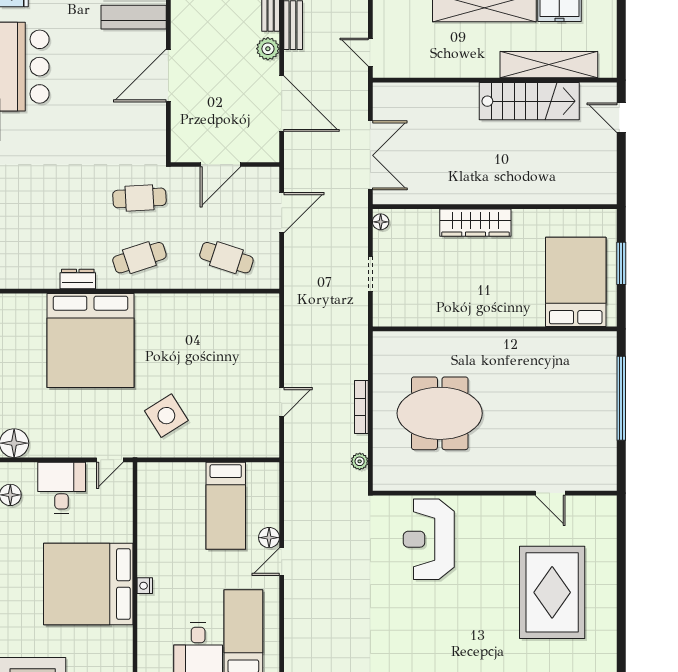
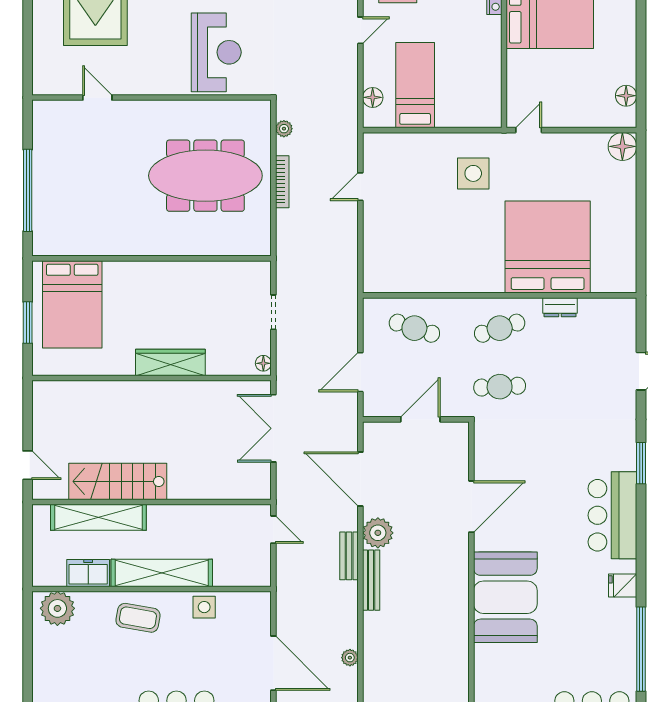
plant: (268, 49) -> (378, 533), width x1.36, depth x1.36
meeting table: (440, 413) -> (205, 176), width x1.36
side table: (166, 416) -> (473, 173), turned 32
desk: (62, 488) -> (576, 103), removed
floor lamp: (269, 538) -> (373, 97), moved

